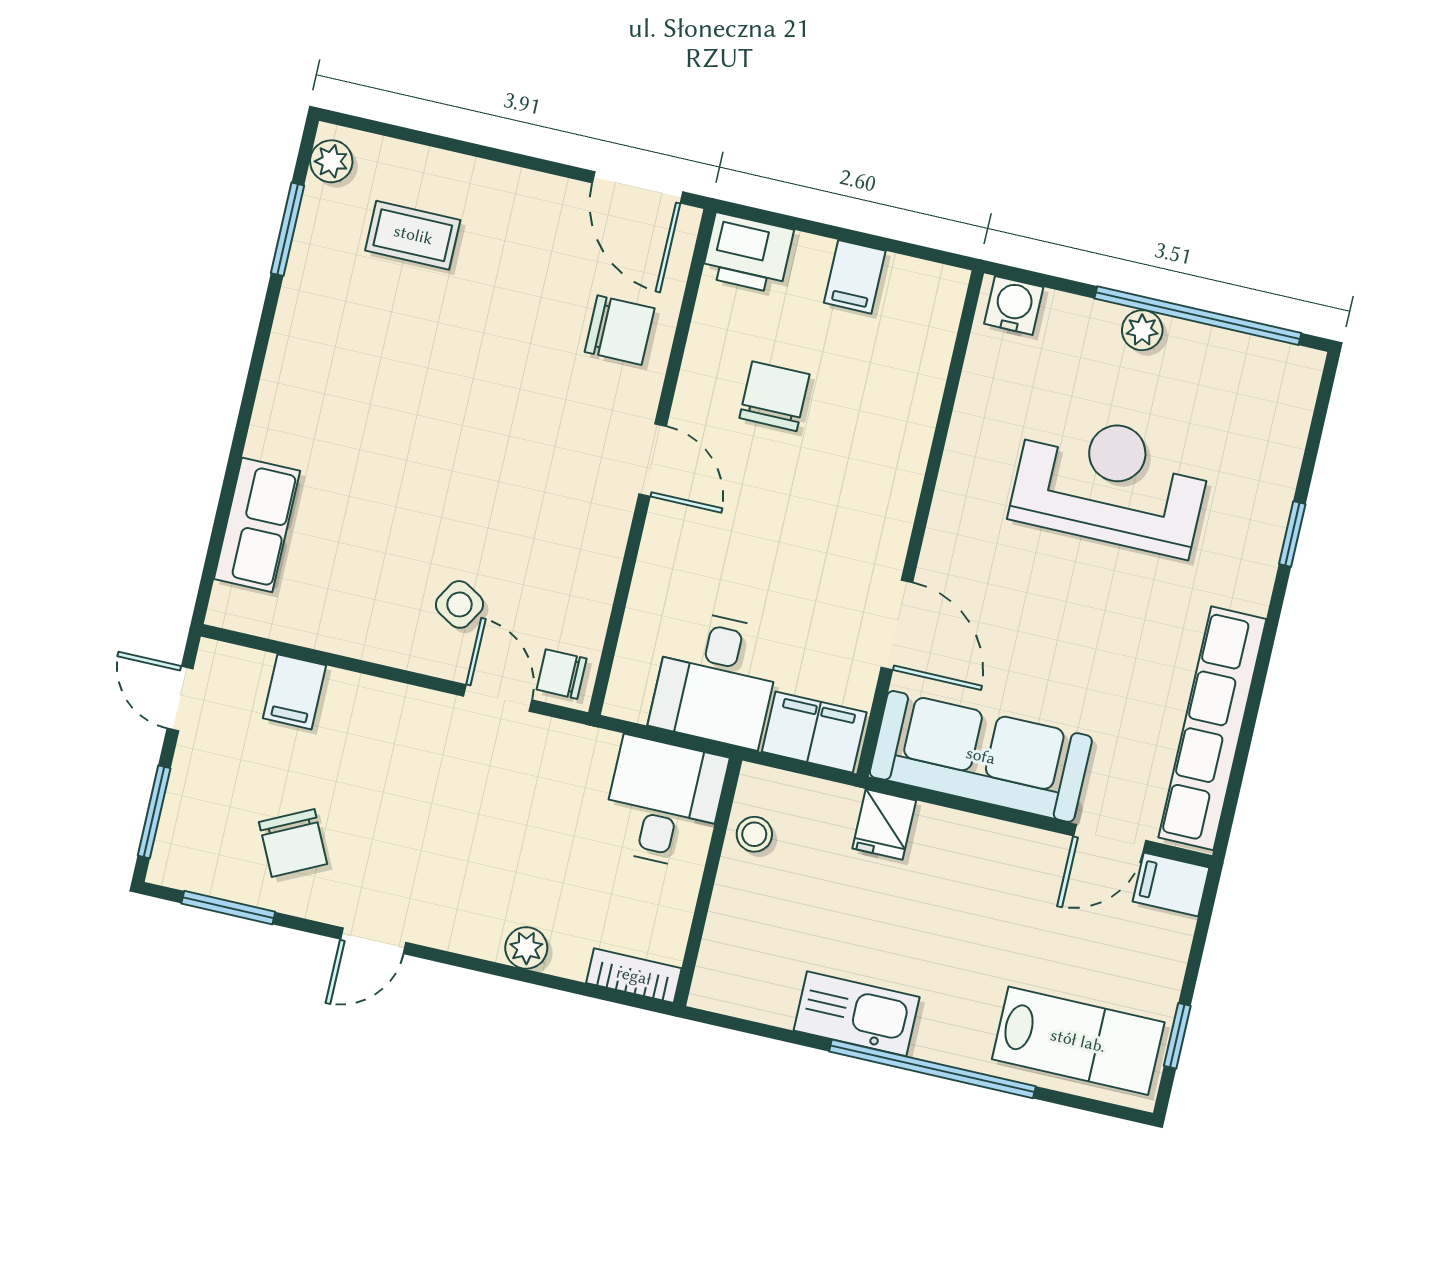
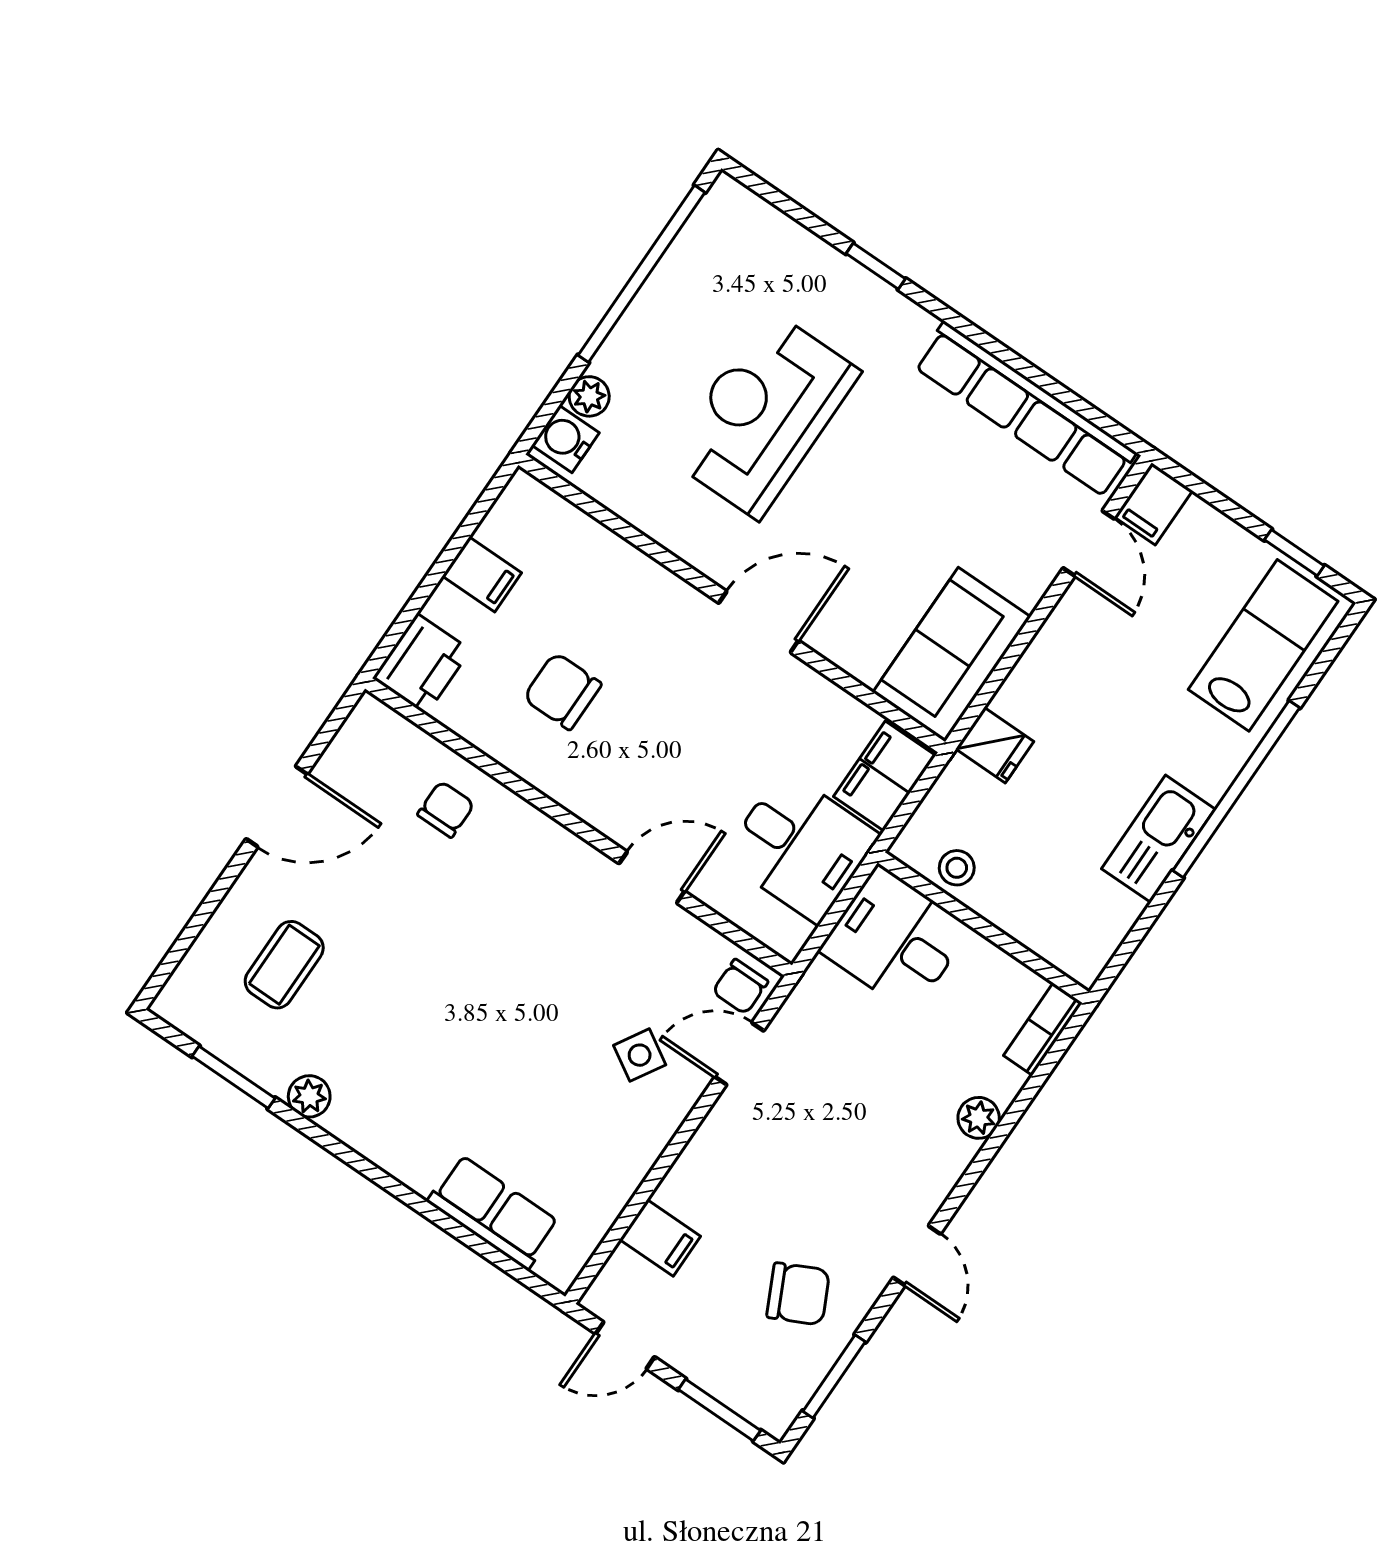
plant: (331, 161) -> (309, 1096), moved
door: (638, 187) -> (277, 807), moved
chair: (620, 330) -> (446, 809), width x0.73, depth x0.73
plant: (1142, 330) -> (589, 396), moved
door: (653, 460) -> (652, 877), moved
door: (897, 625) -> (759, 622), moved
sofa: (981, 756) -> (952, 655), width x0.73

